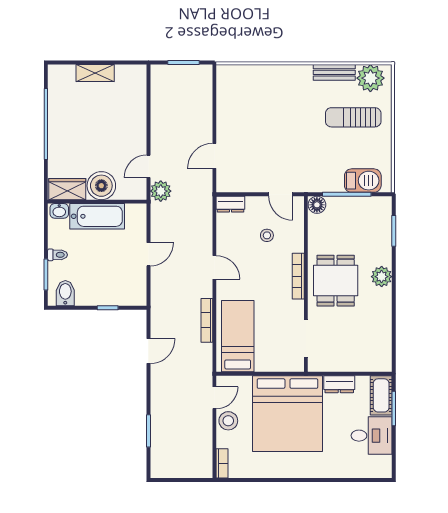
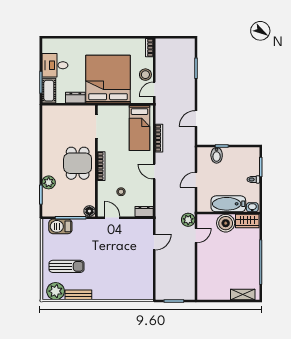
shelving: (95, 73) -> (243, 294), moved
plant: (382, 277) -> (49, 182), moved
bidet: (65, 293) -> (217, 155), moved

